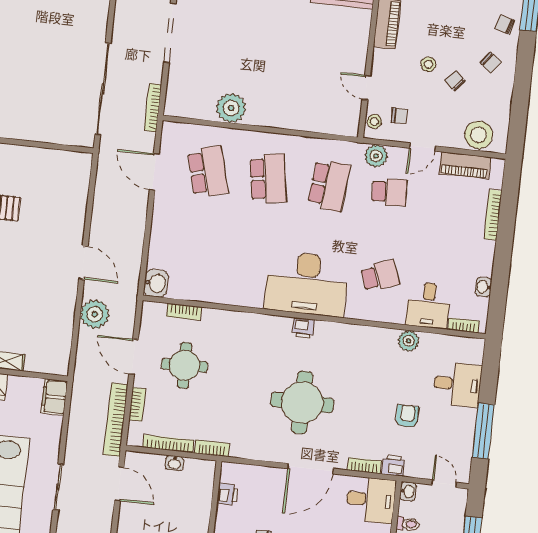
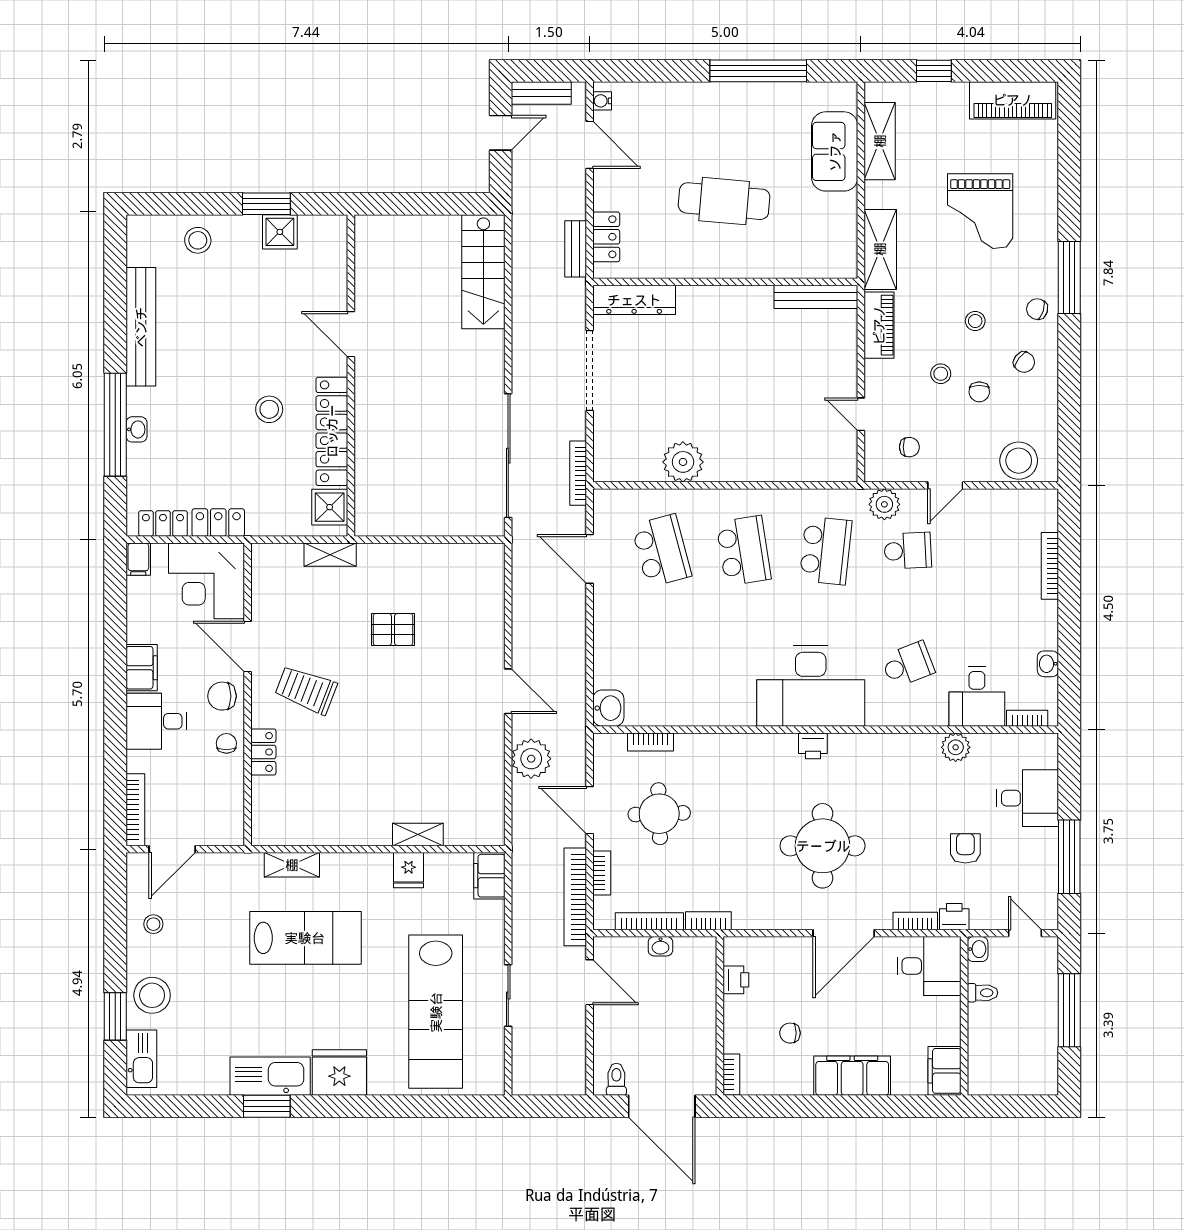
chair: (455, 81) -> (979, 392), turned -131
stool: (374, 121) -> (975, 321), moved
piano: (465, 165) -> (1005, 504), removed

